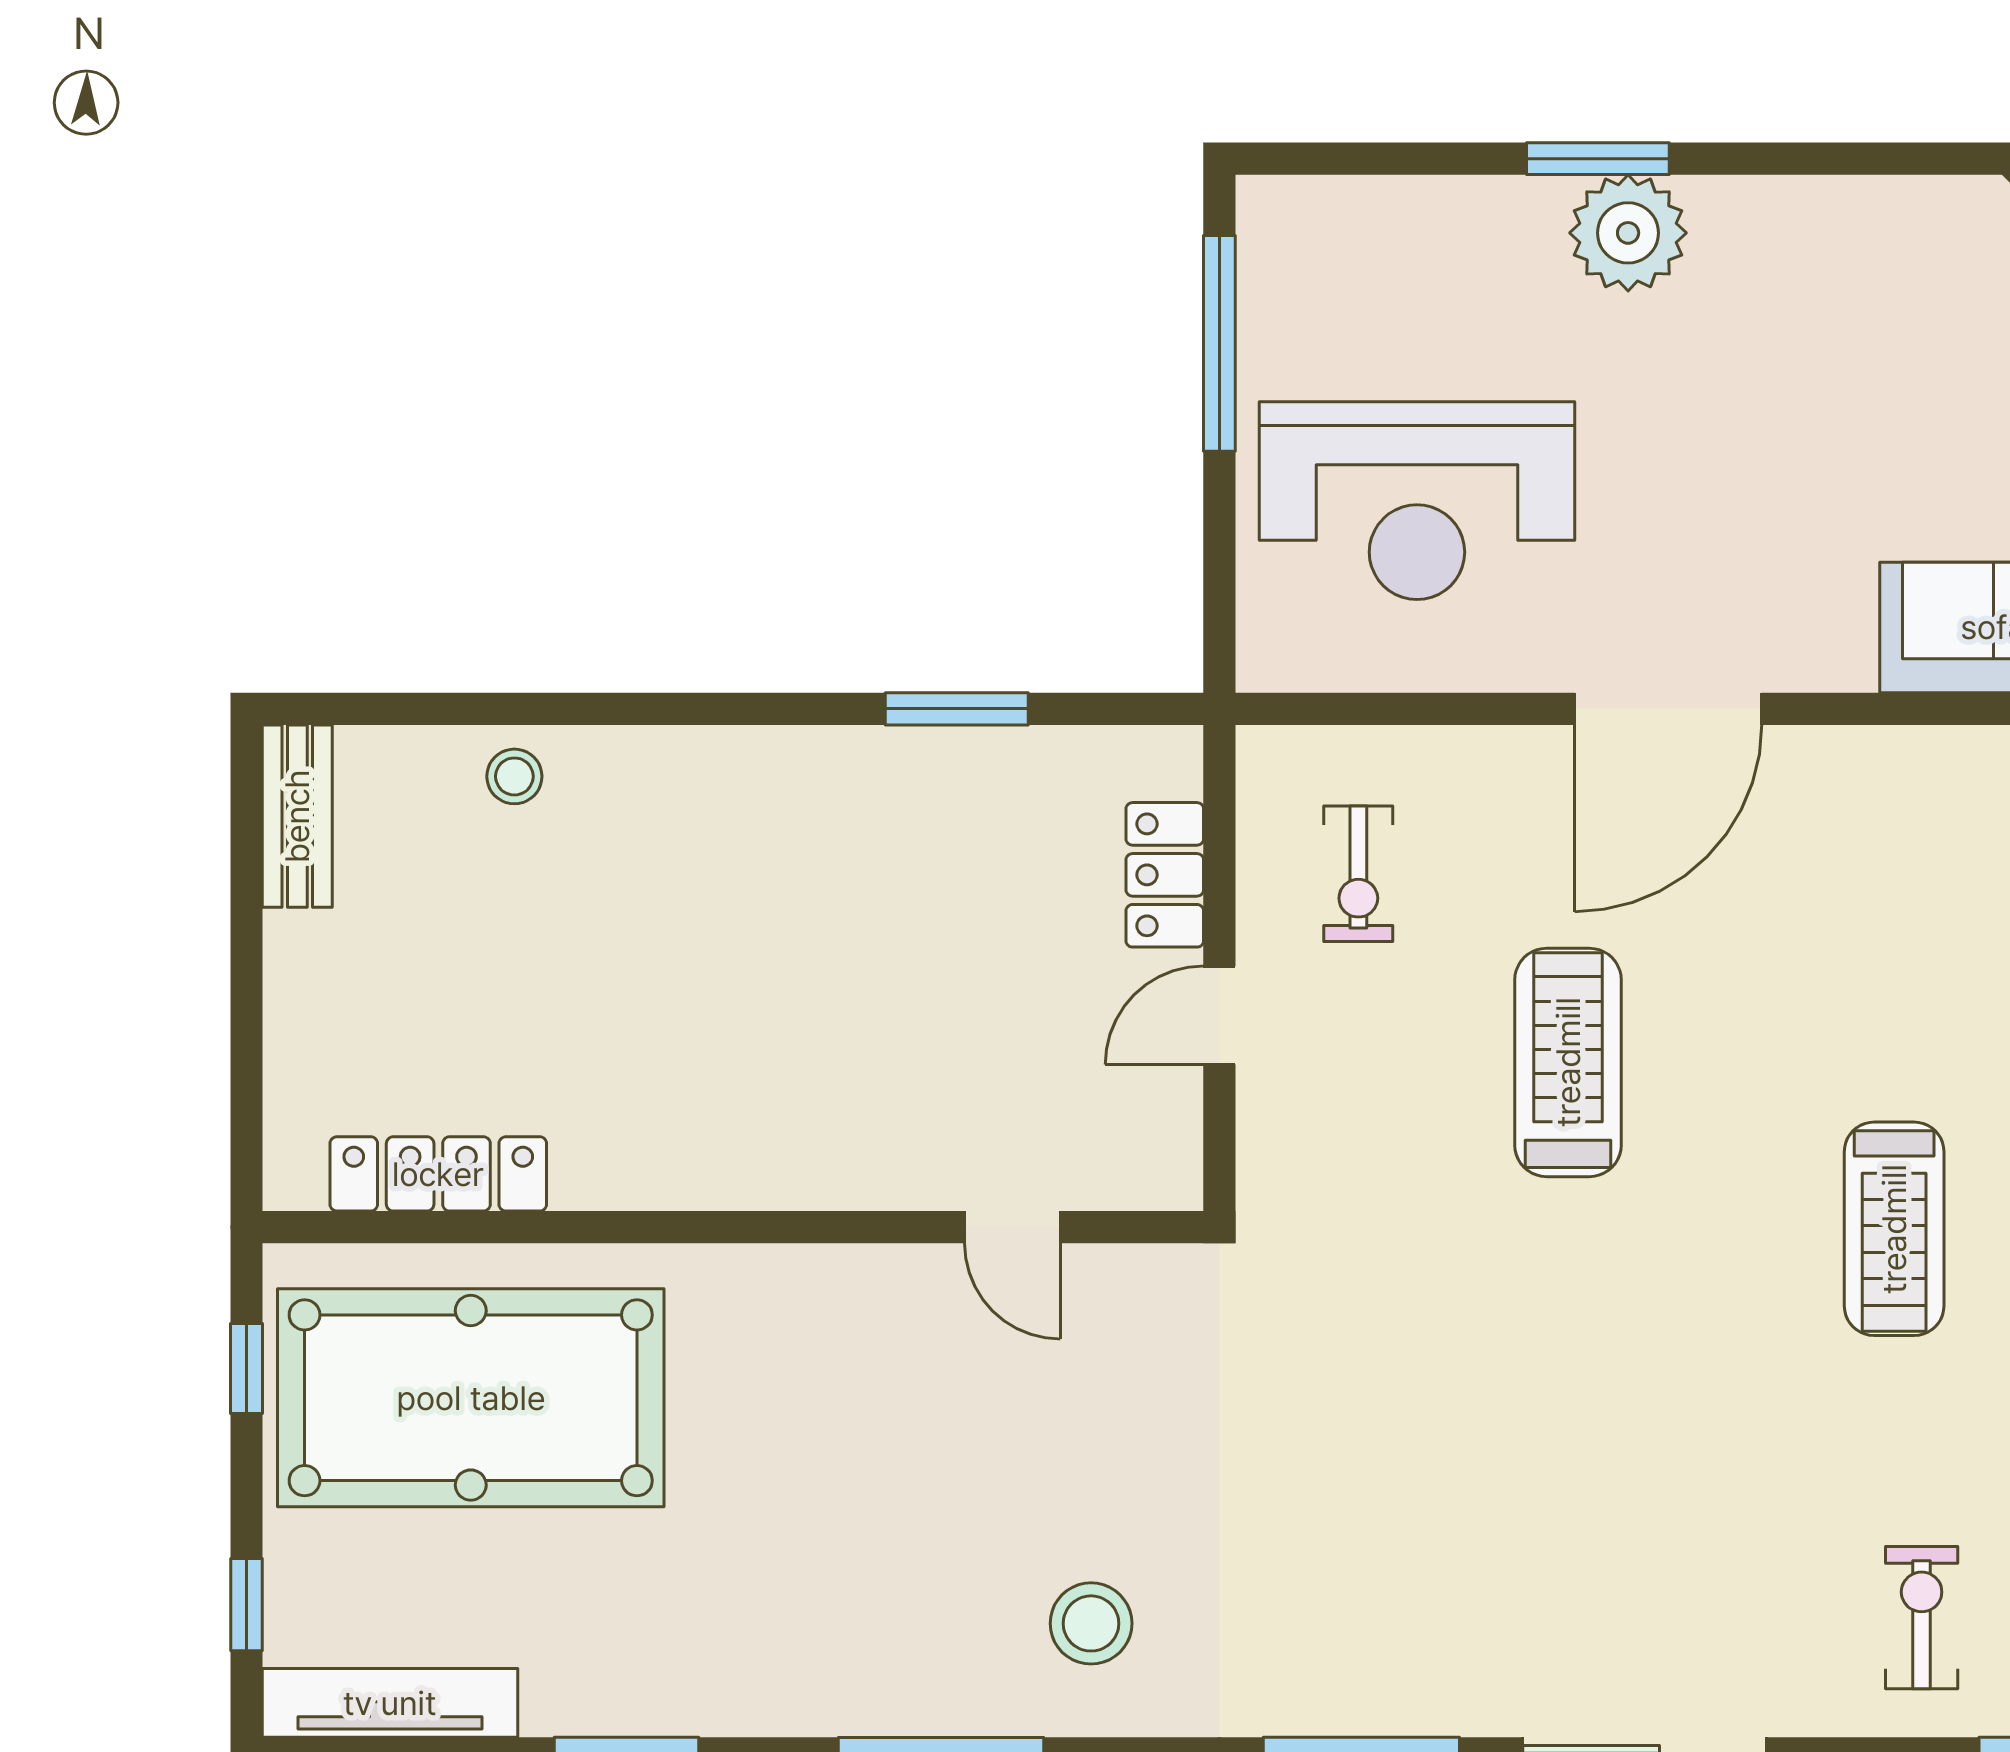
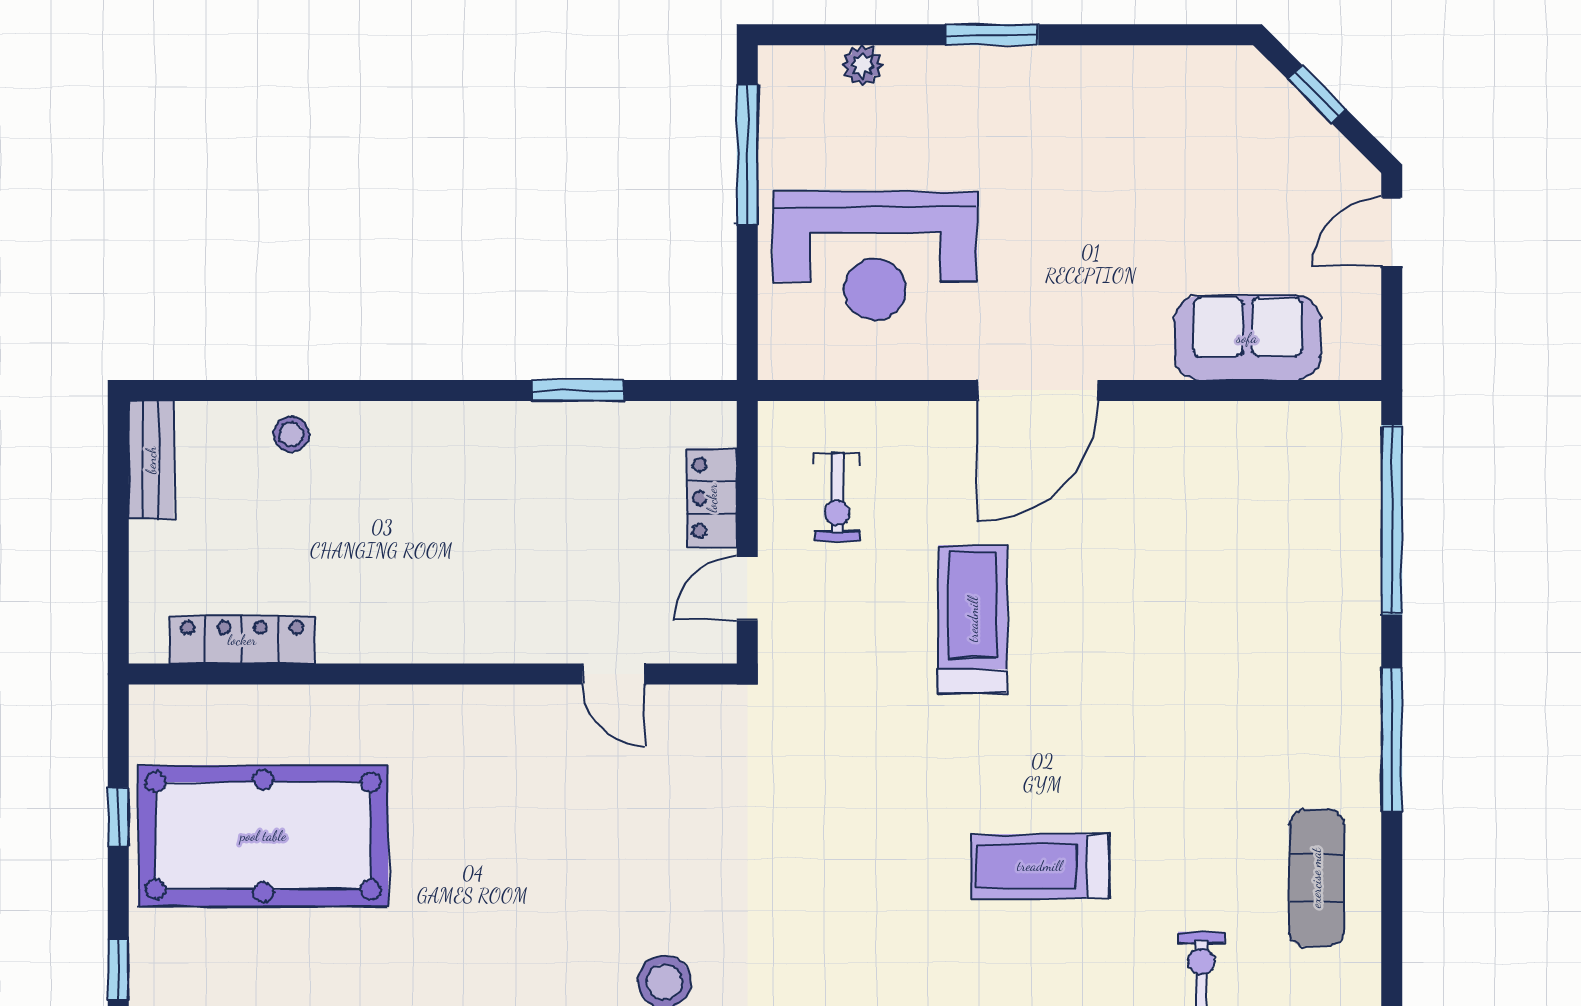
plant: (1628, 233) -> (862, 65), moved, width x0.53, depth x0.53
locker: (438, 1174) -> (242, 640), moved
wall: (733, 1227) -> (433, 674), moved
door: (1012, 1227) -> (613, 674), moved
treadmill: (1894, 1229) -> (1040, 866), moved, turned 90

